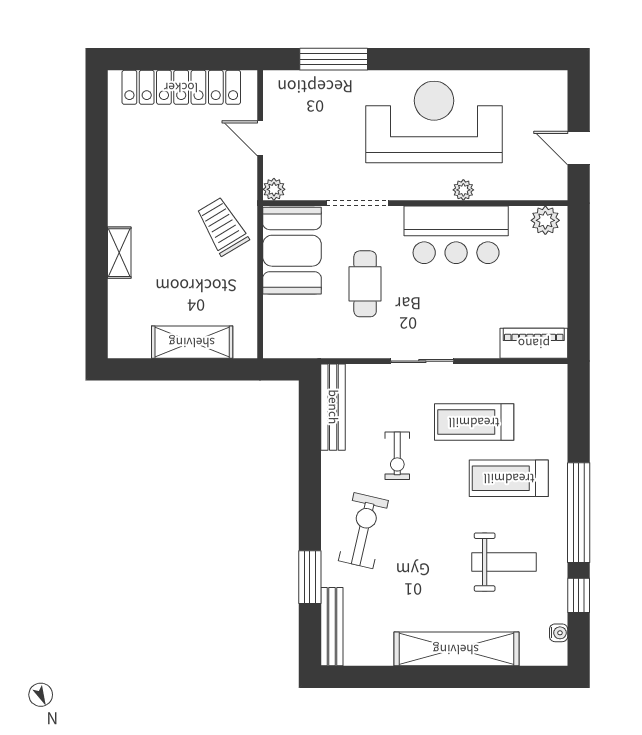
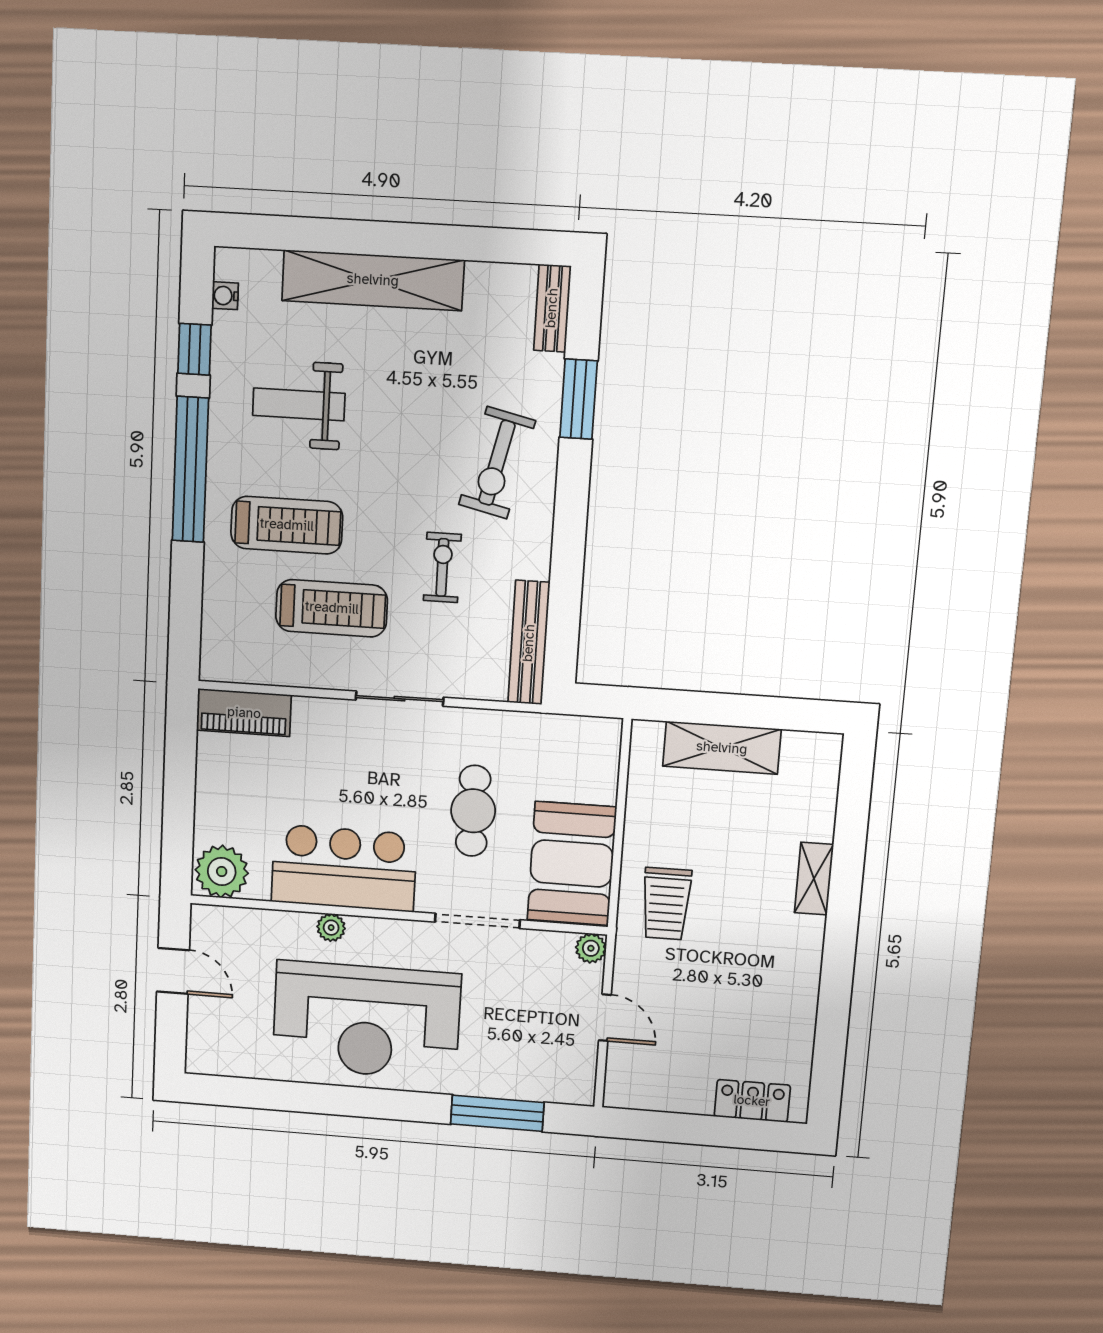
locker: (181, 87) -> (752, 1101), width x0.46, depth x0.83
plant: (545, 220) -> (222, 872), width x1.36, depth x1.36
trolley: (222, 226) -> (666, 904), turned 31
bench: (332, 627) -> (552, 308), width x0.73

